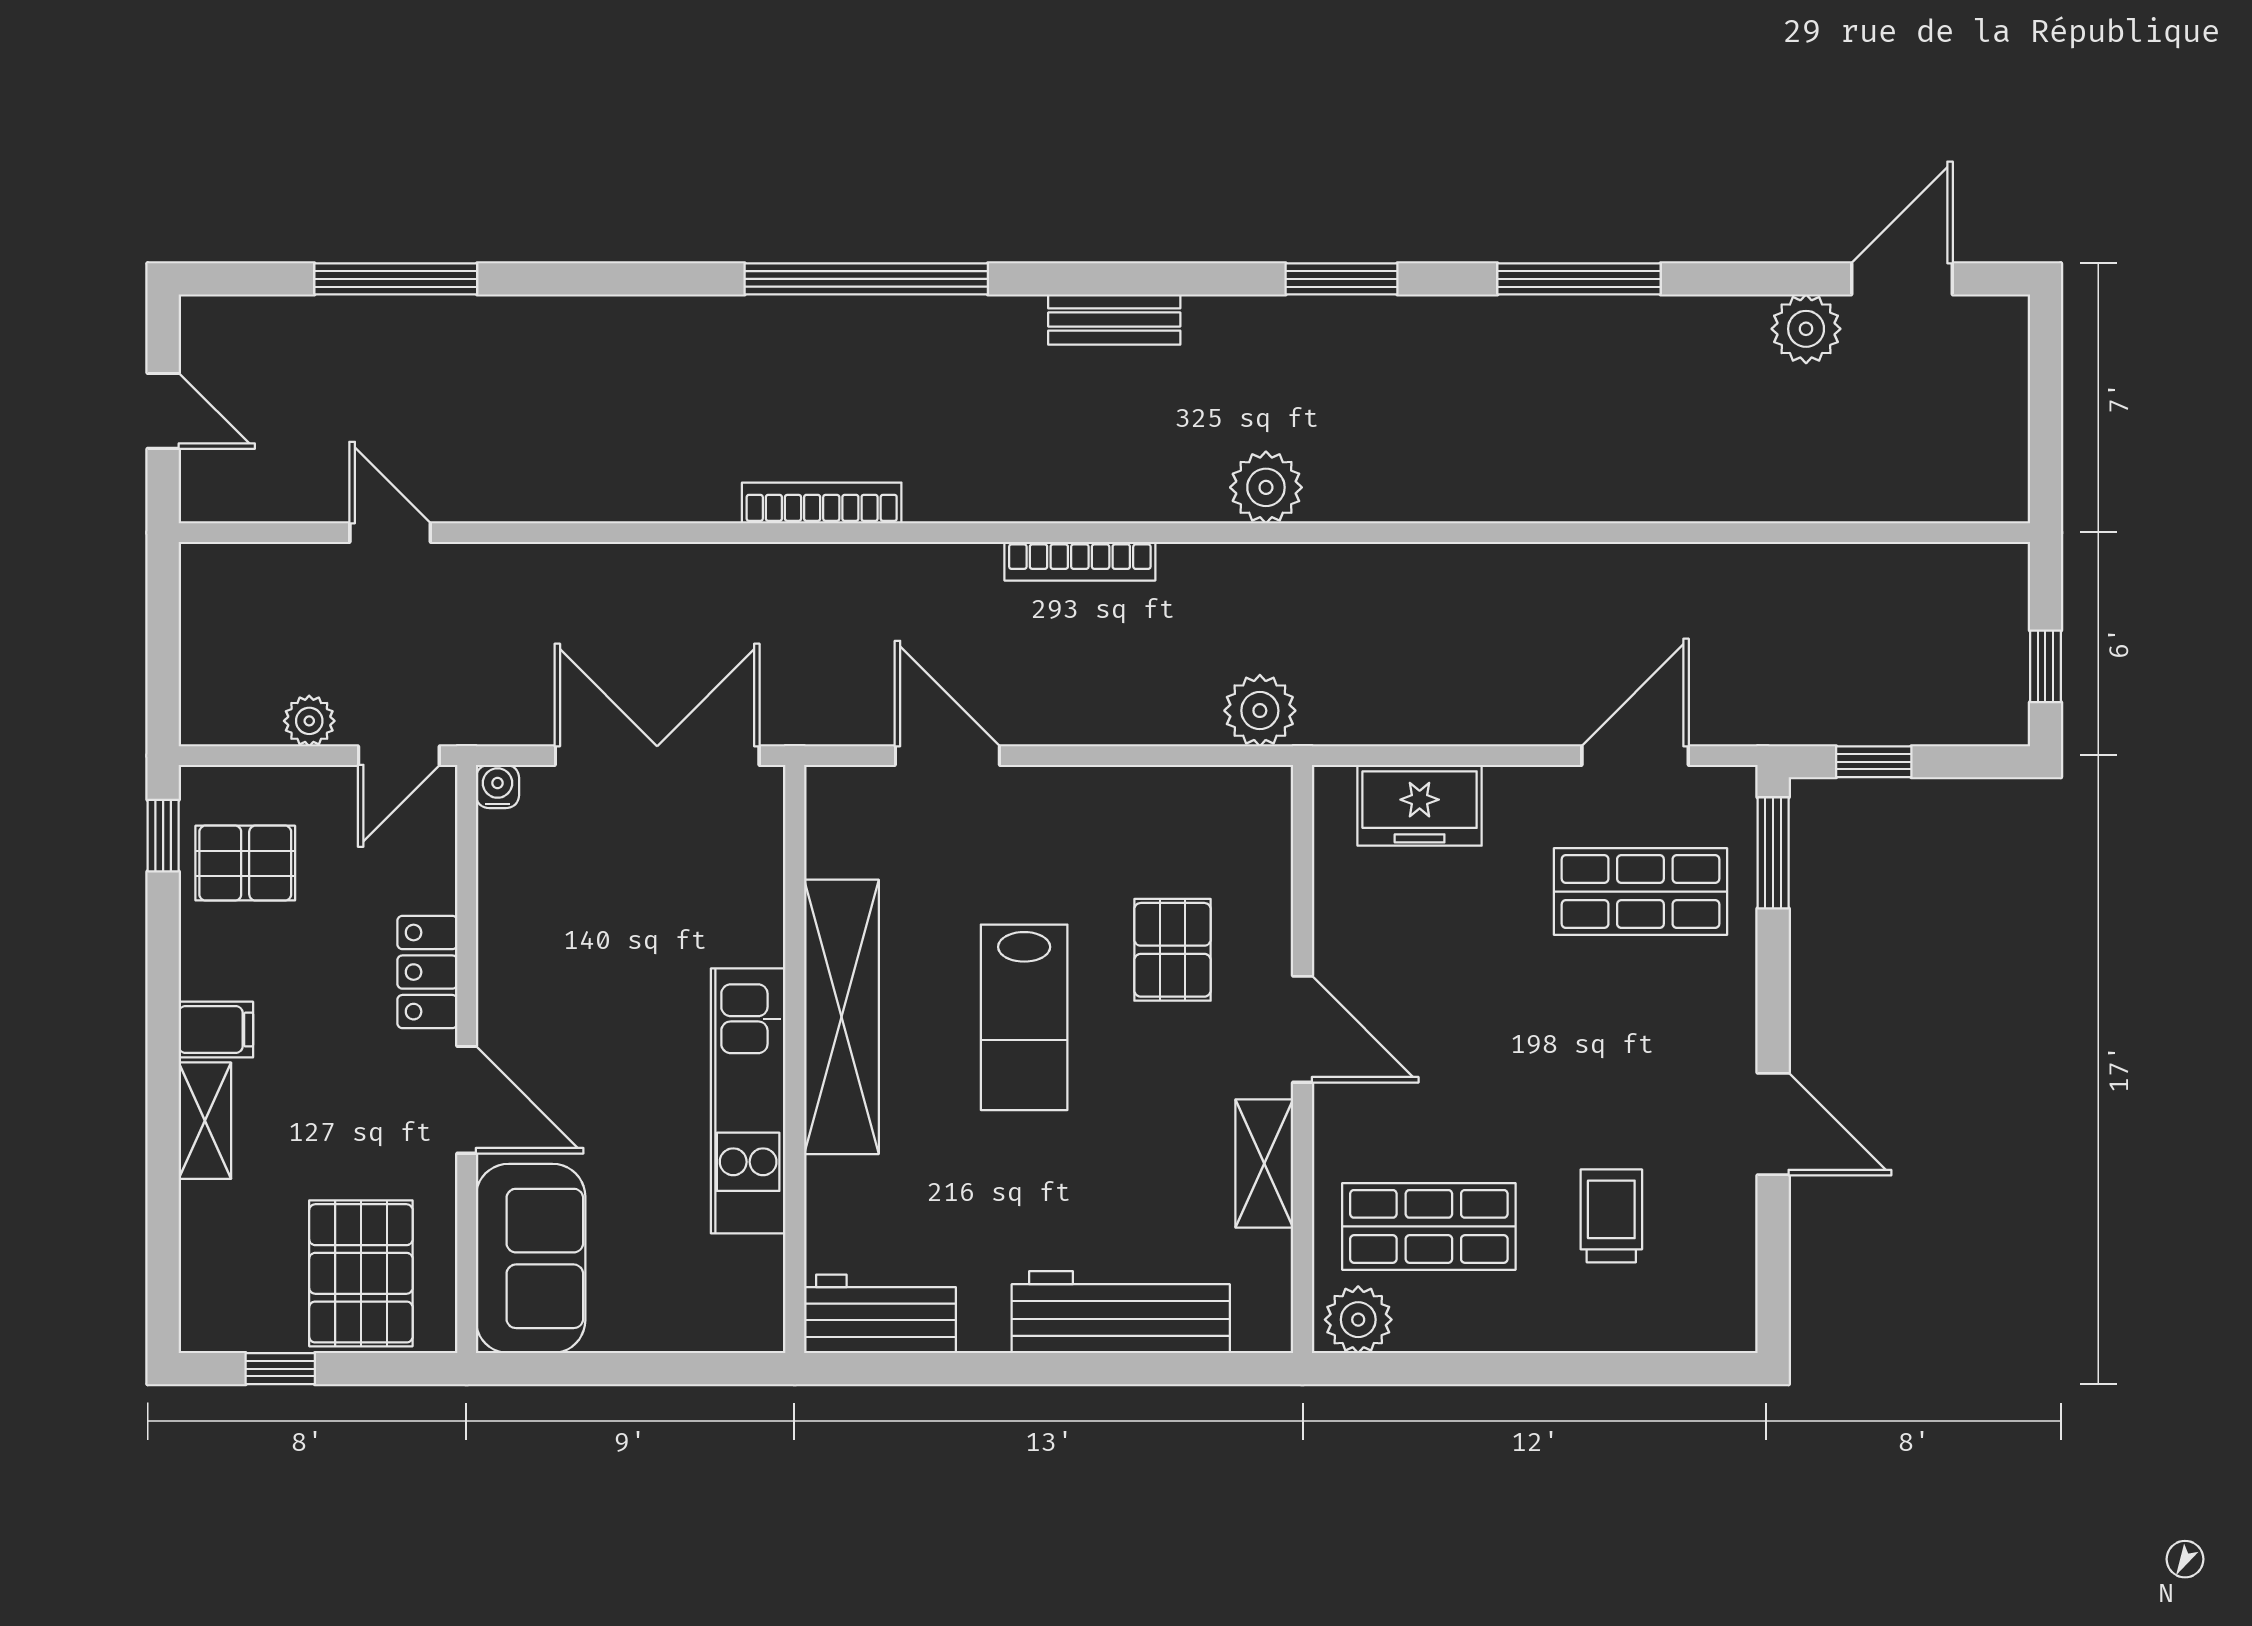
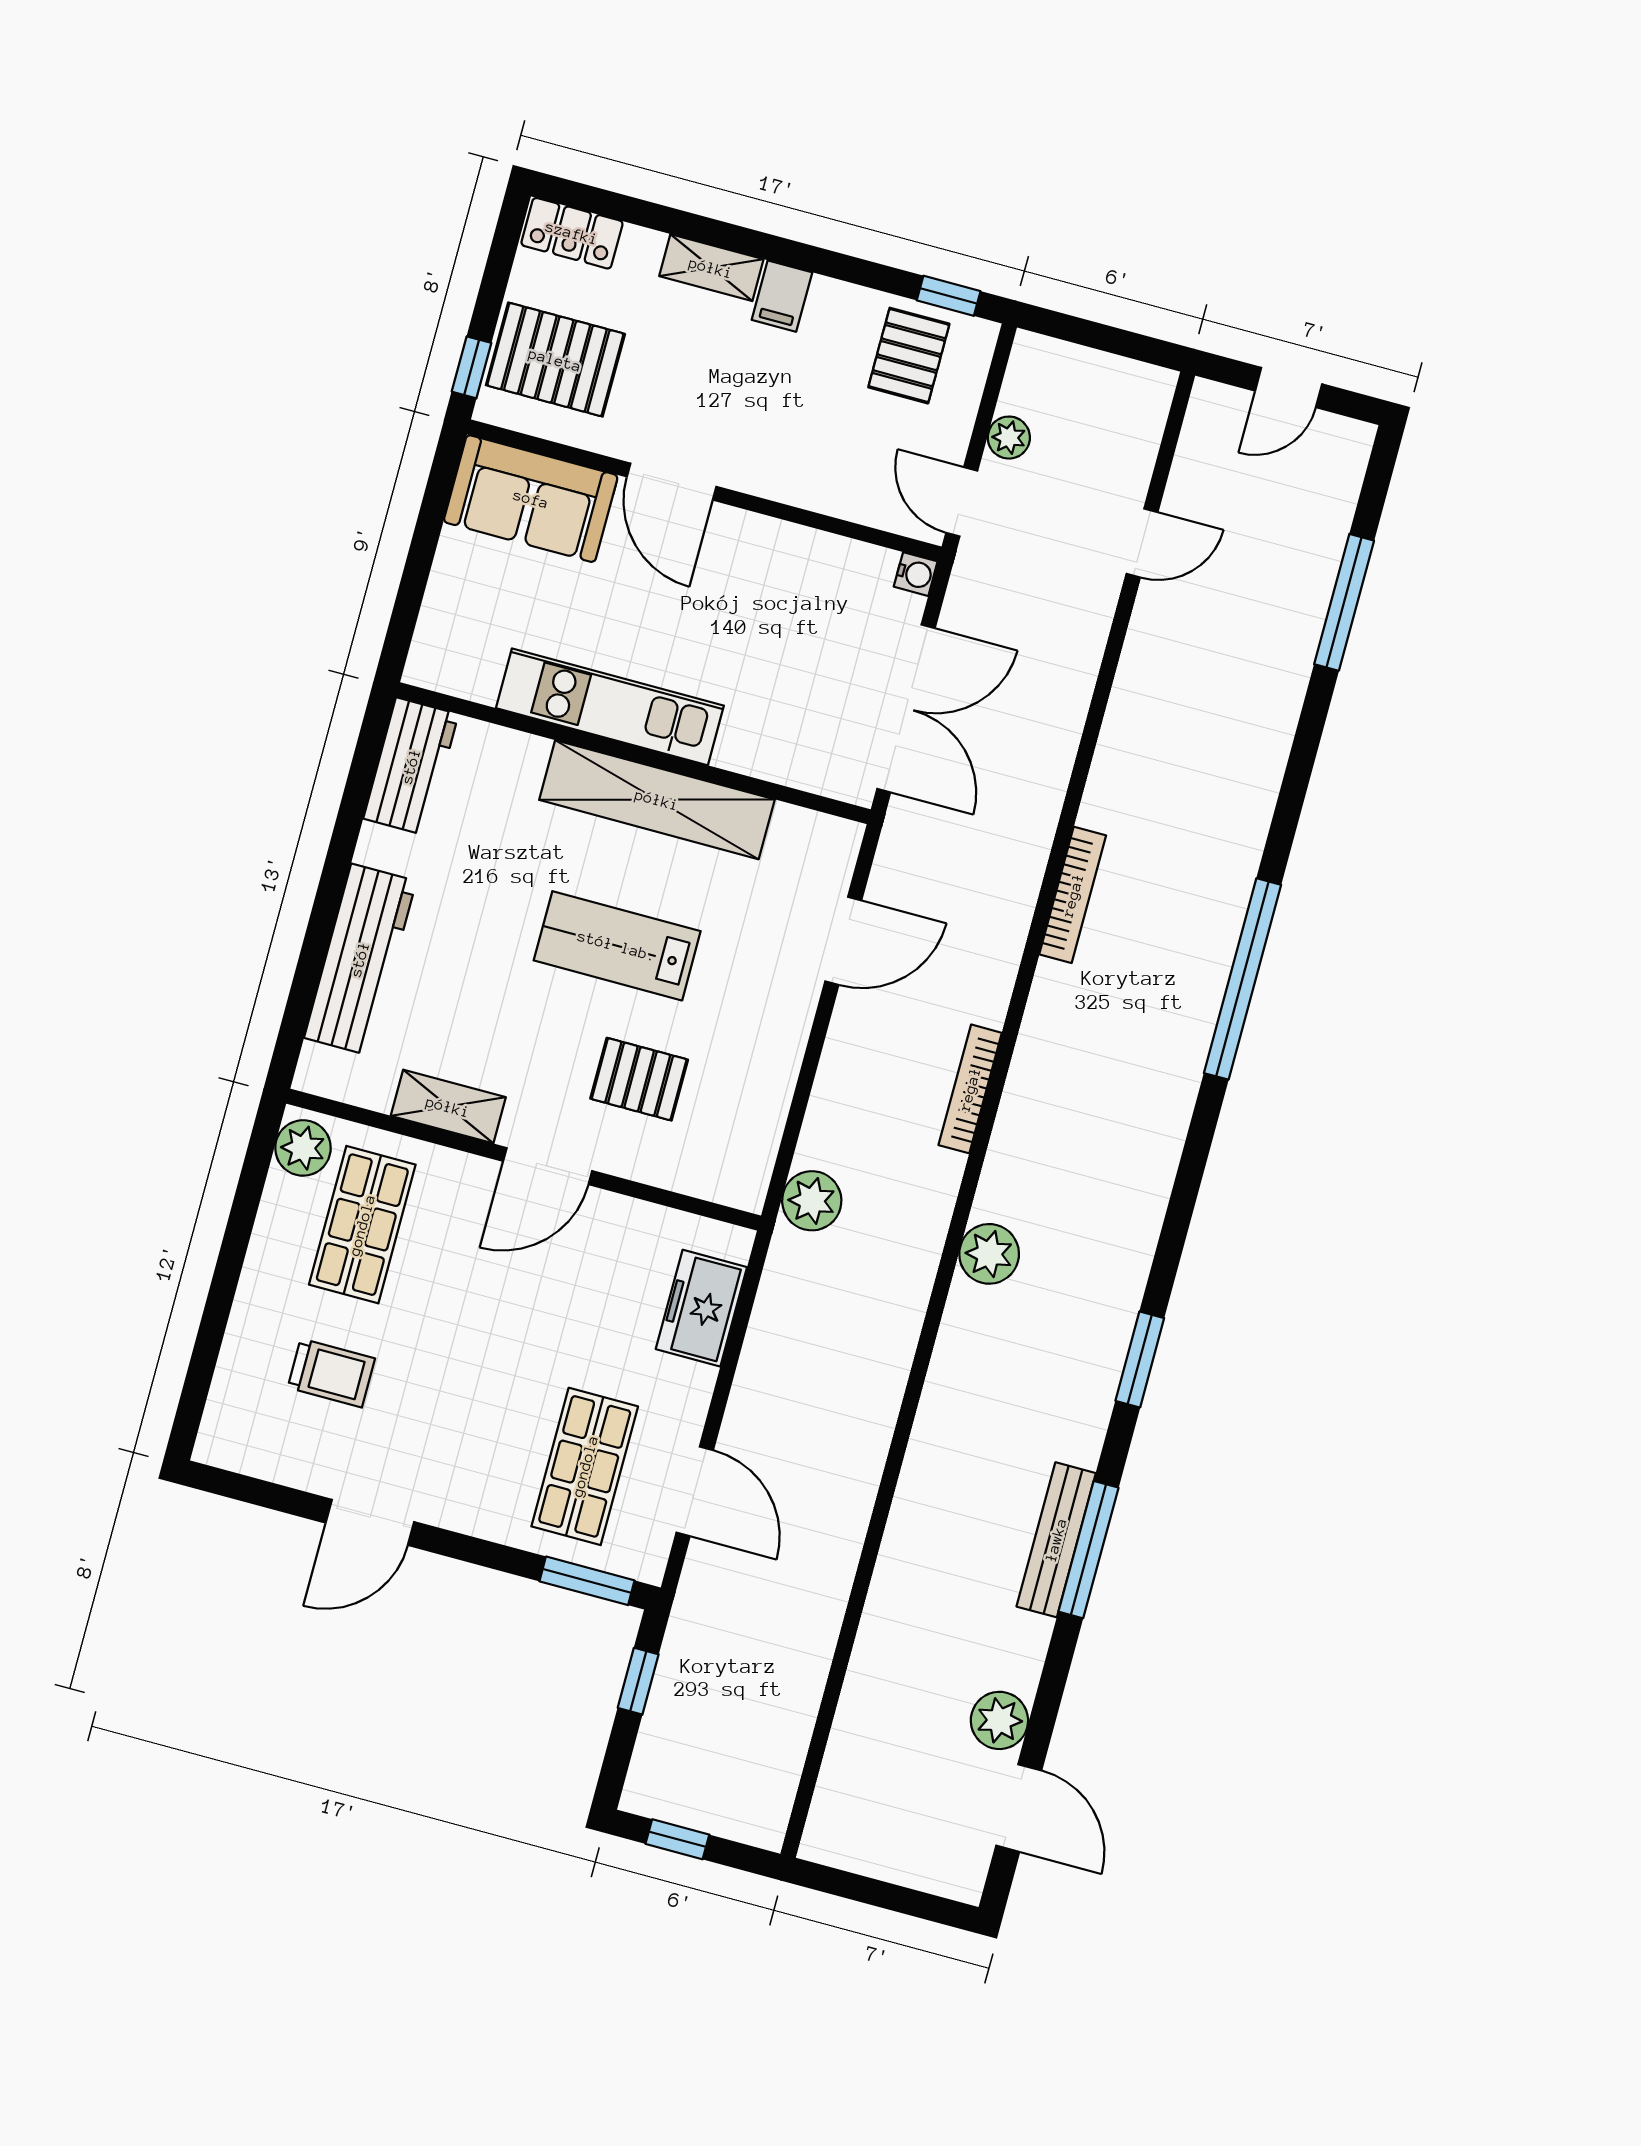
bench: (1114, 320) -> (1056, 1540), moved, width x1.36
locker: (427, 972) -> (572, 233), moved, turned 180
door: (467, 1100) -> (672, 482), hinge flipped
window: (280, 1369) -> (472, 367), moved

